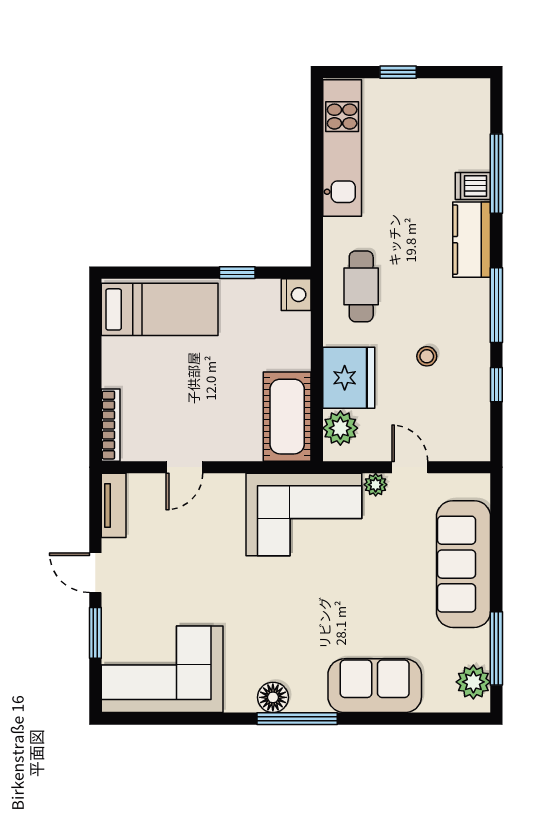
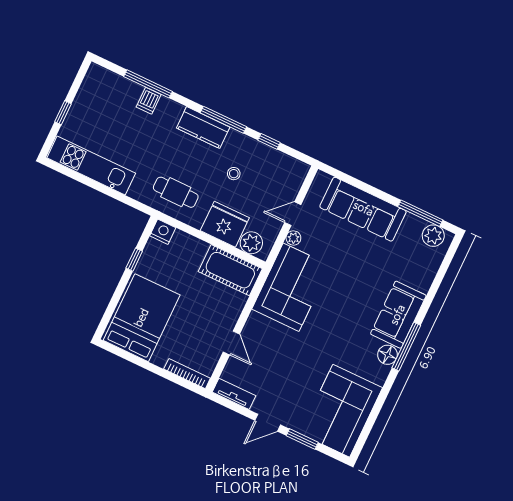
kitchen counter: (472, 240) -> (203, 128), moved
bed: (160, 309) -> (142, 318), width x1.50
sofa: (375, 686) -> (398, 315), moved

